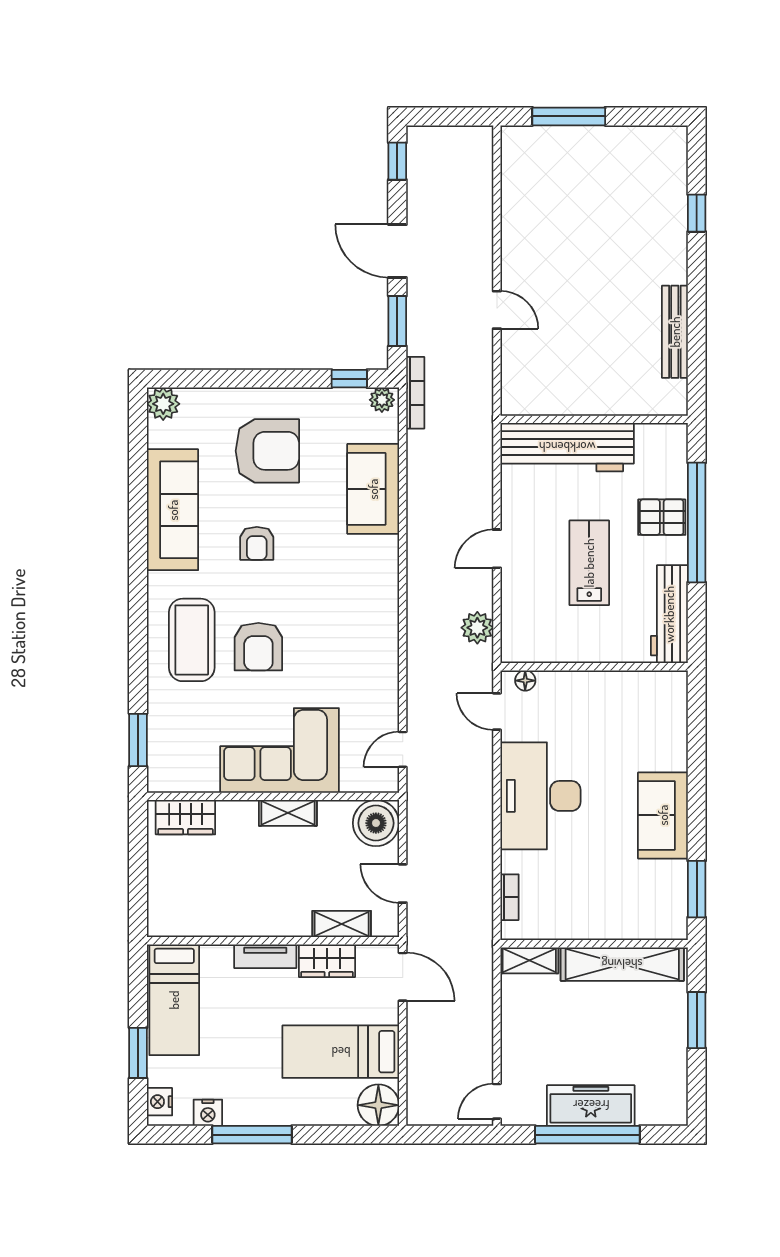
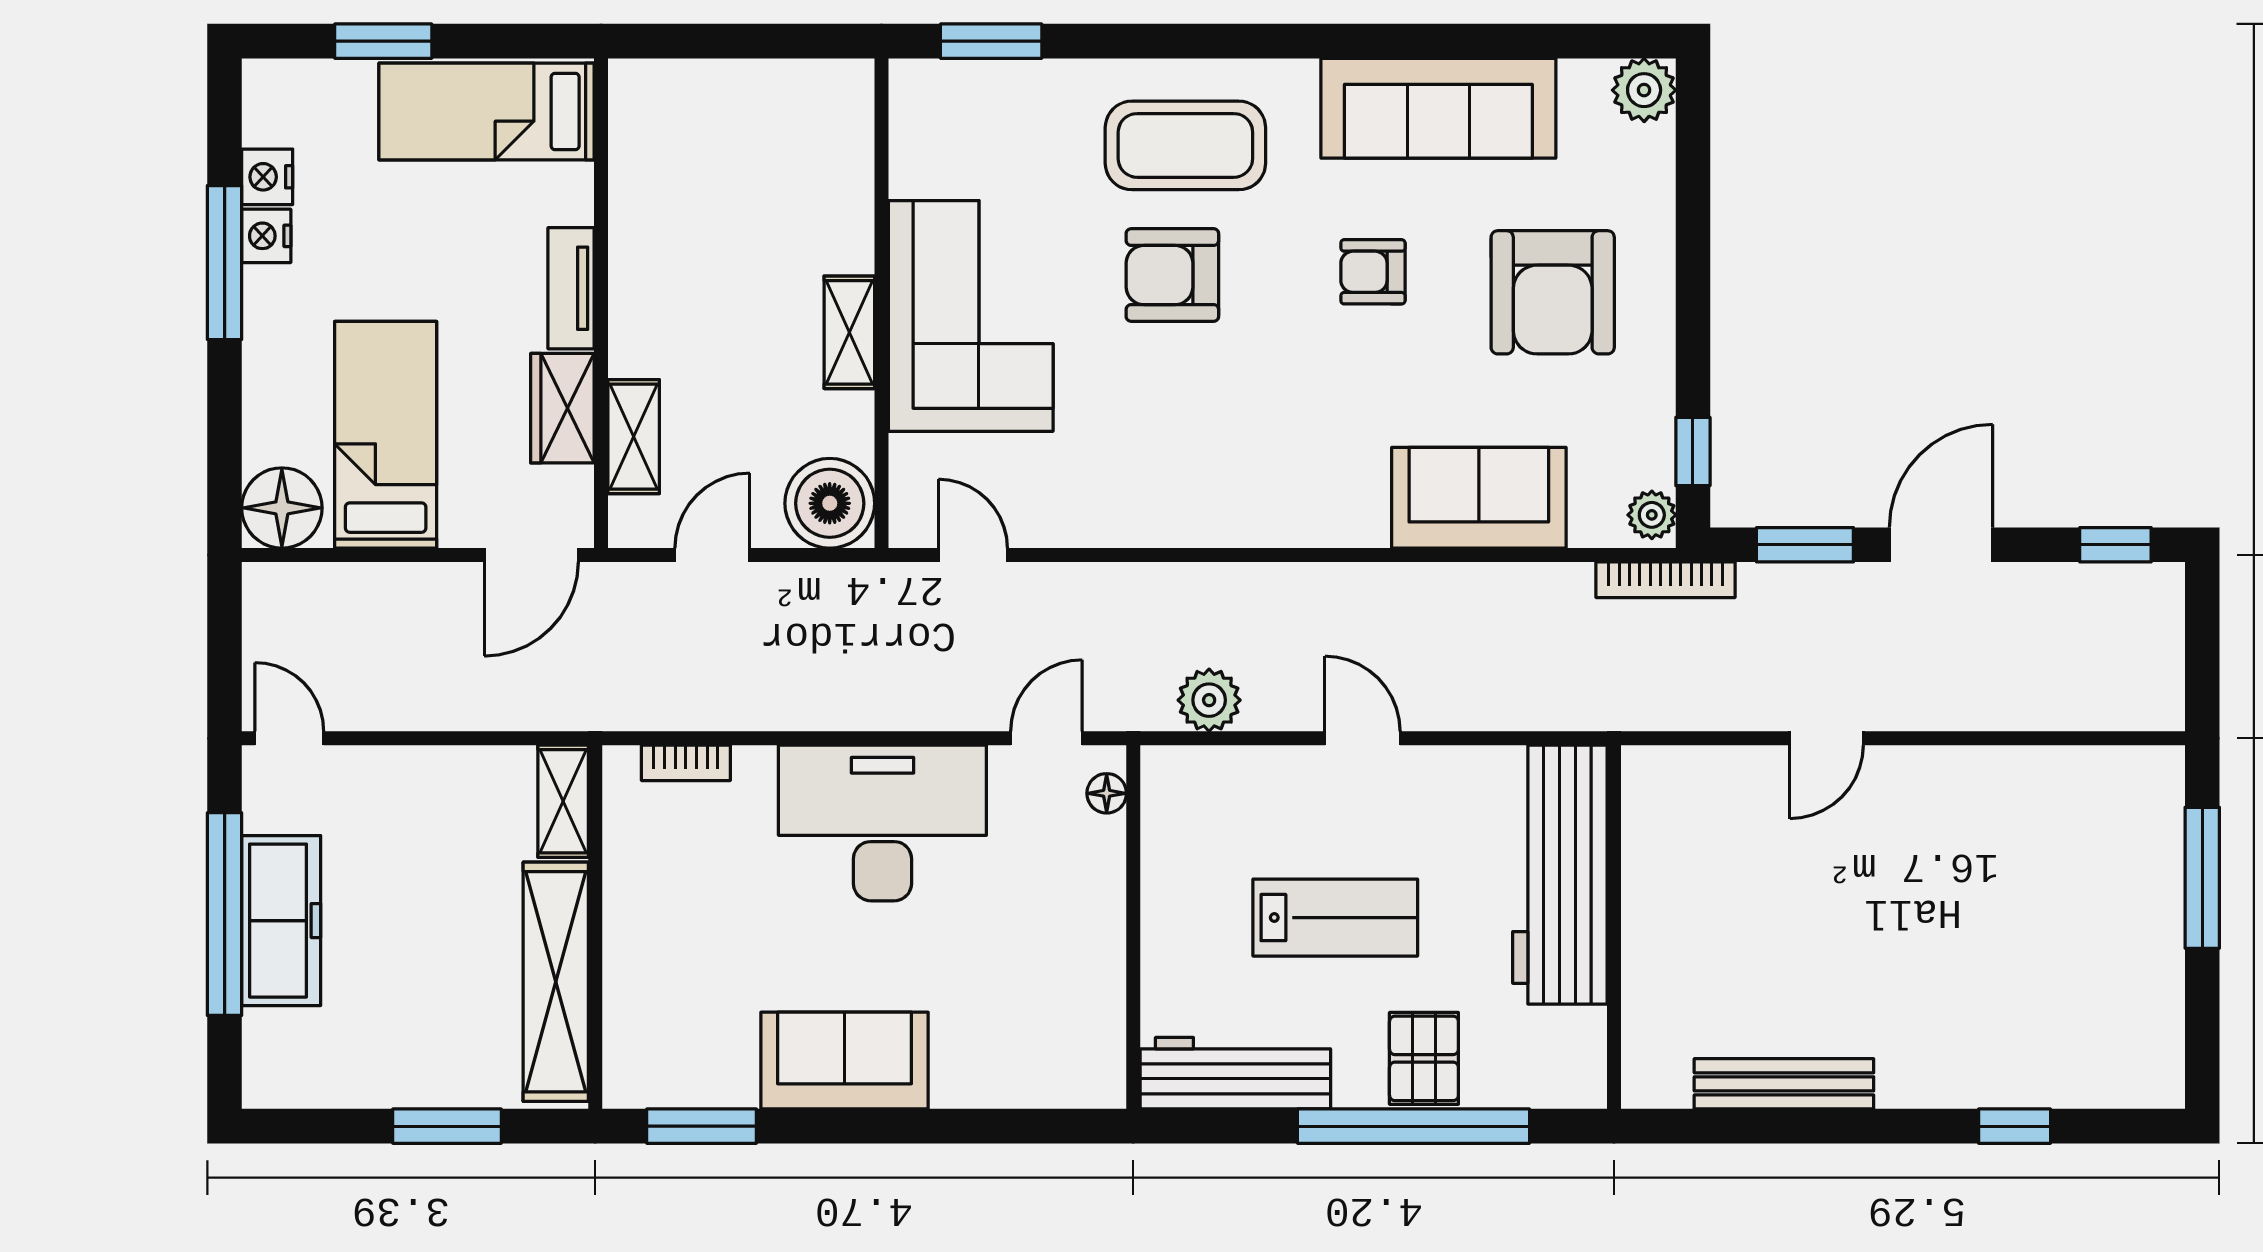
wardrobe: (185, 817) -> (841, 133), removed
nightstand: (160, 1102) -> (266, 236), moved, turned -90

